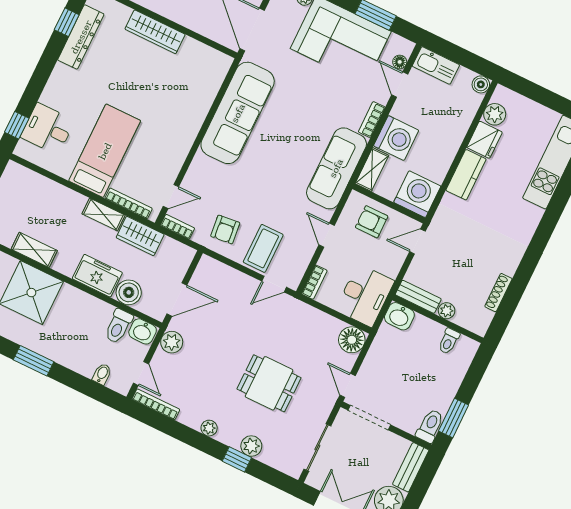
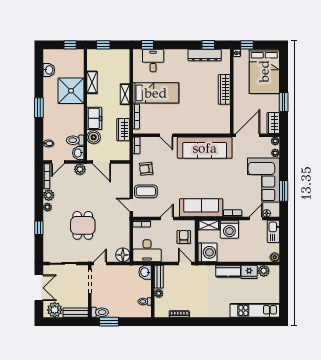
door: (171, 197) -> (166, 135), moved
shelving: (104, 215) -> (125, 94), moved
plant: (251, 446) -> (49, 195), moved

